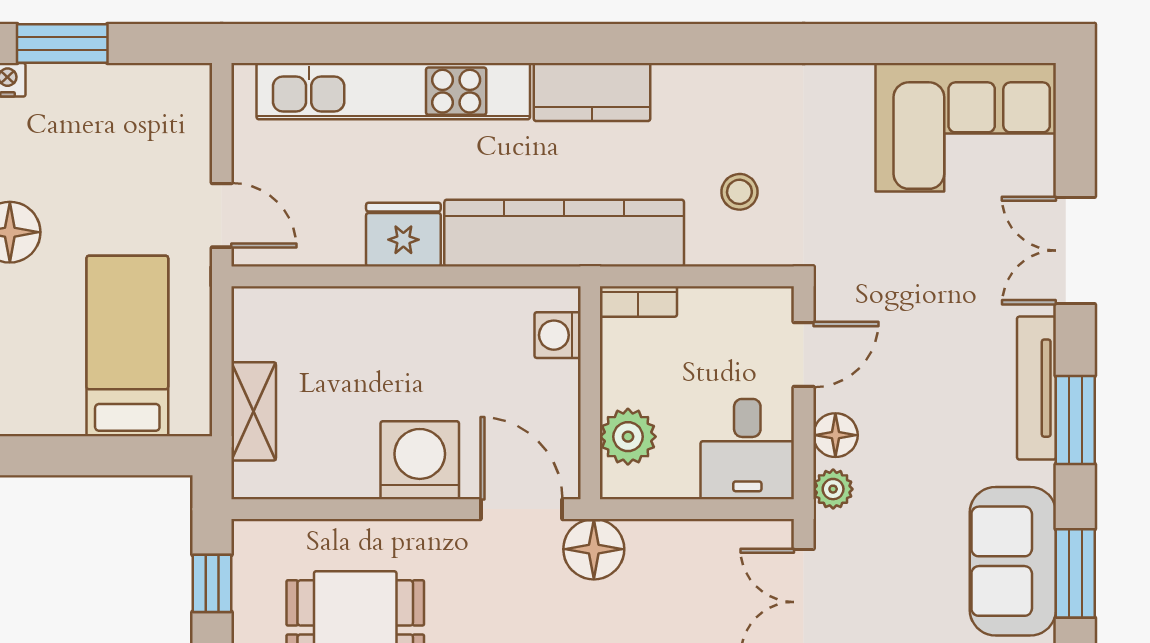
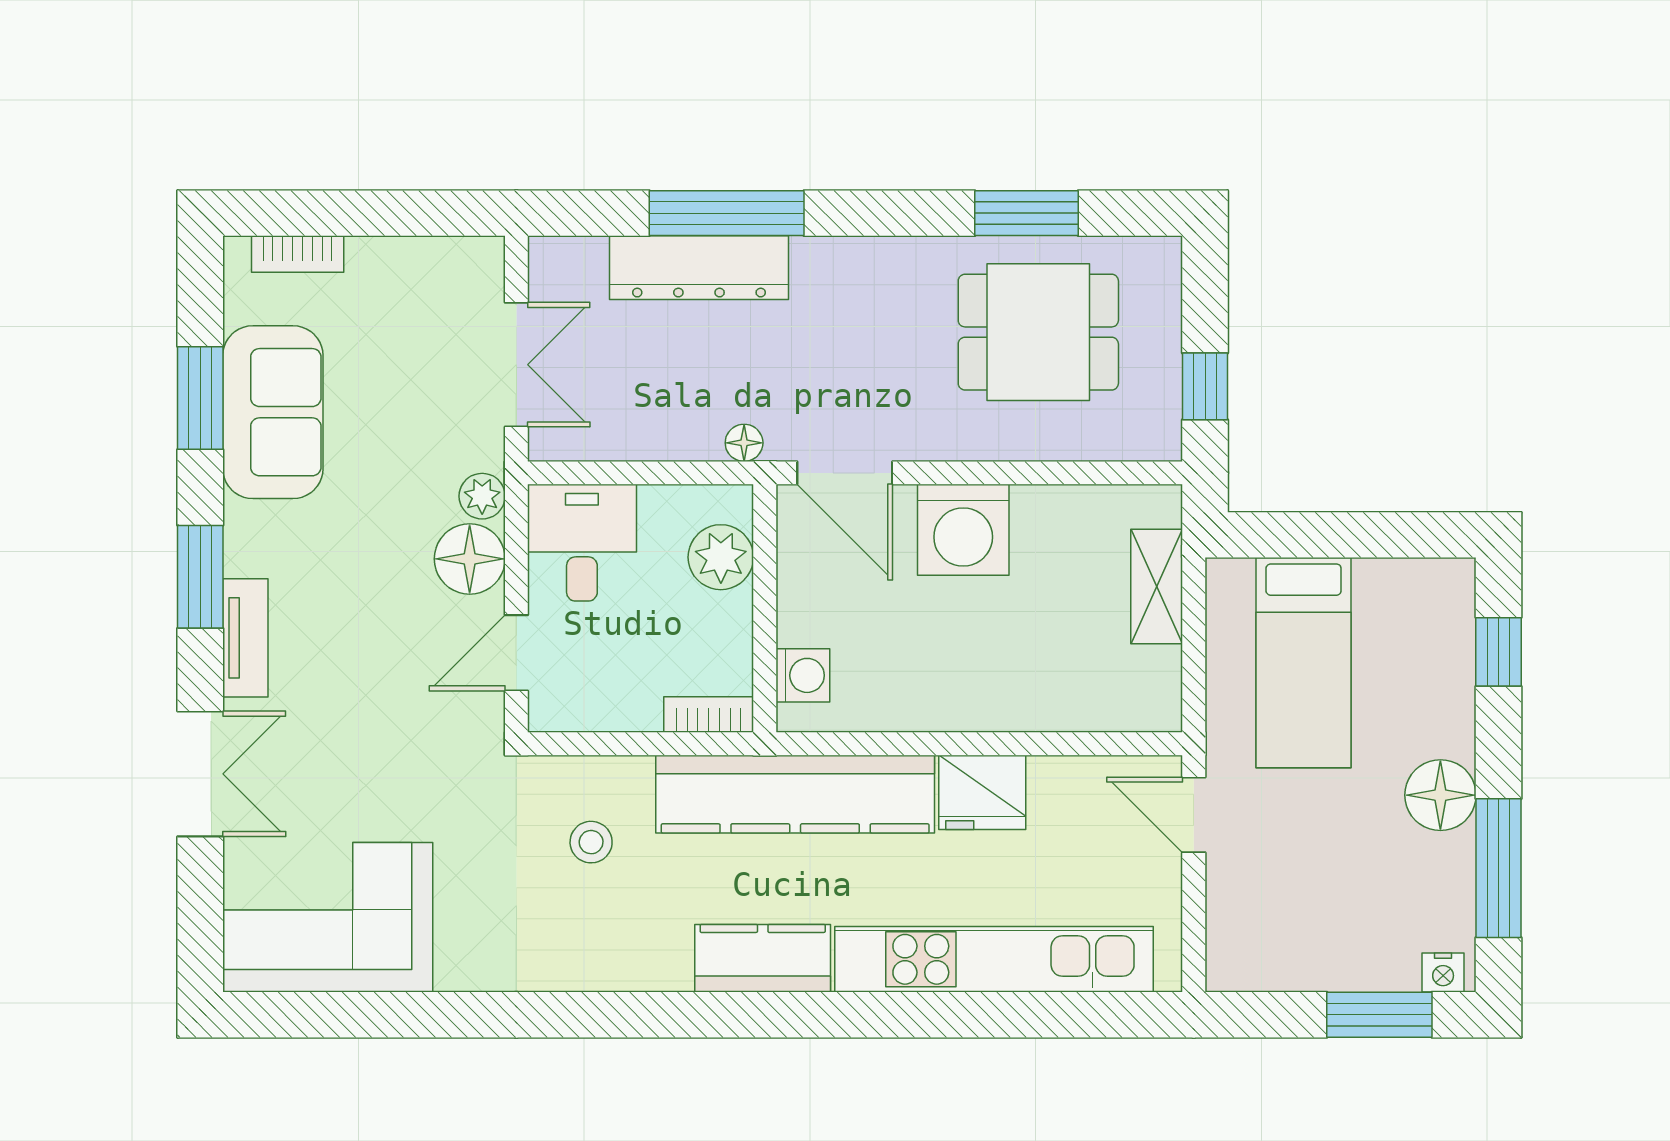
tv unit: (1036, 388) -> (245, 638), width x0.71
floor lamp: (835, 435) -> (470, 559), width x1.38, depth x1.38
floor lamp: (594, 549) -> (744, 443), width x0.53, depth x0.53

